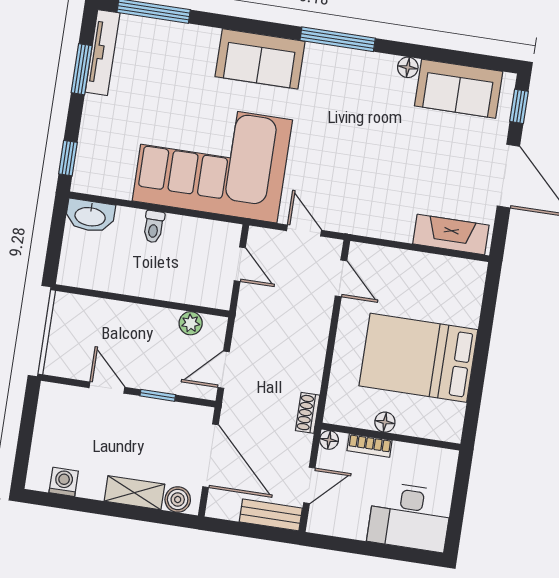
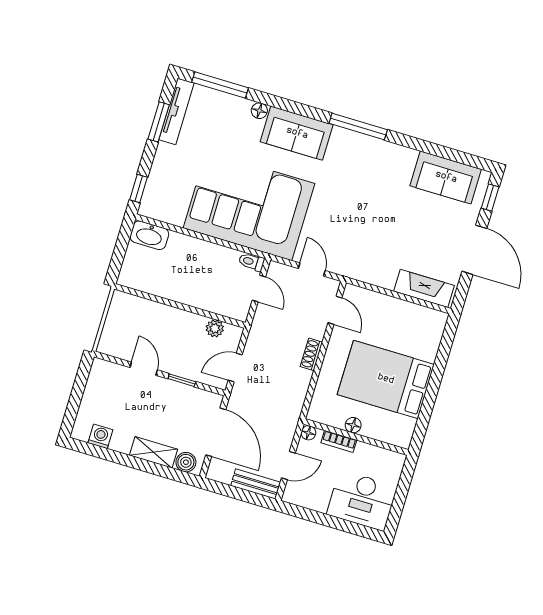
floor lamp: (408, 67) -> (259, 111), moved
toilet: (154, 227) -> (252, 262), moved, turned 90
shoe rack: (308, 413) -> (311, 354), moved

